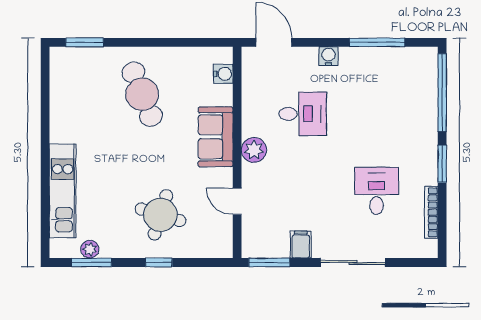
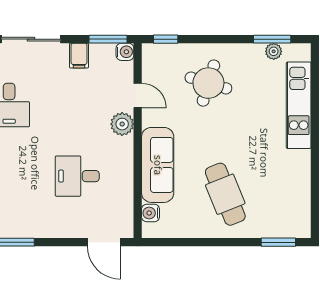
water cooler: (328, 56) -> (125, 52), moved, turned -90
sofa: (216, 137) -> (158, 165), width x1.36
plant: (254, 150) -> (122, 124), moved
window: (159, 262) -> (166, 39), moved

